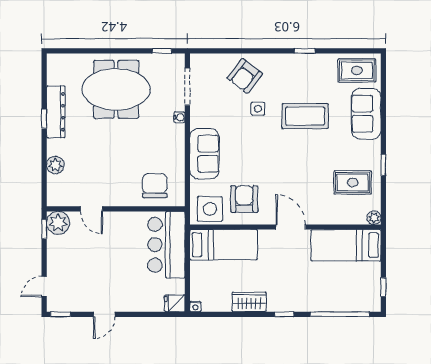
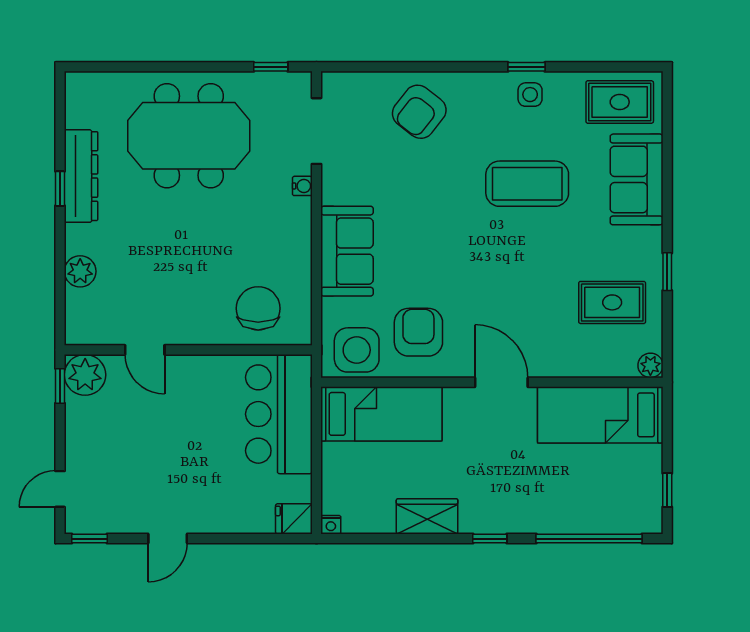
side table: (258, 109) -> (530, 95), moved

